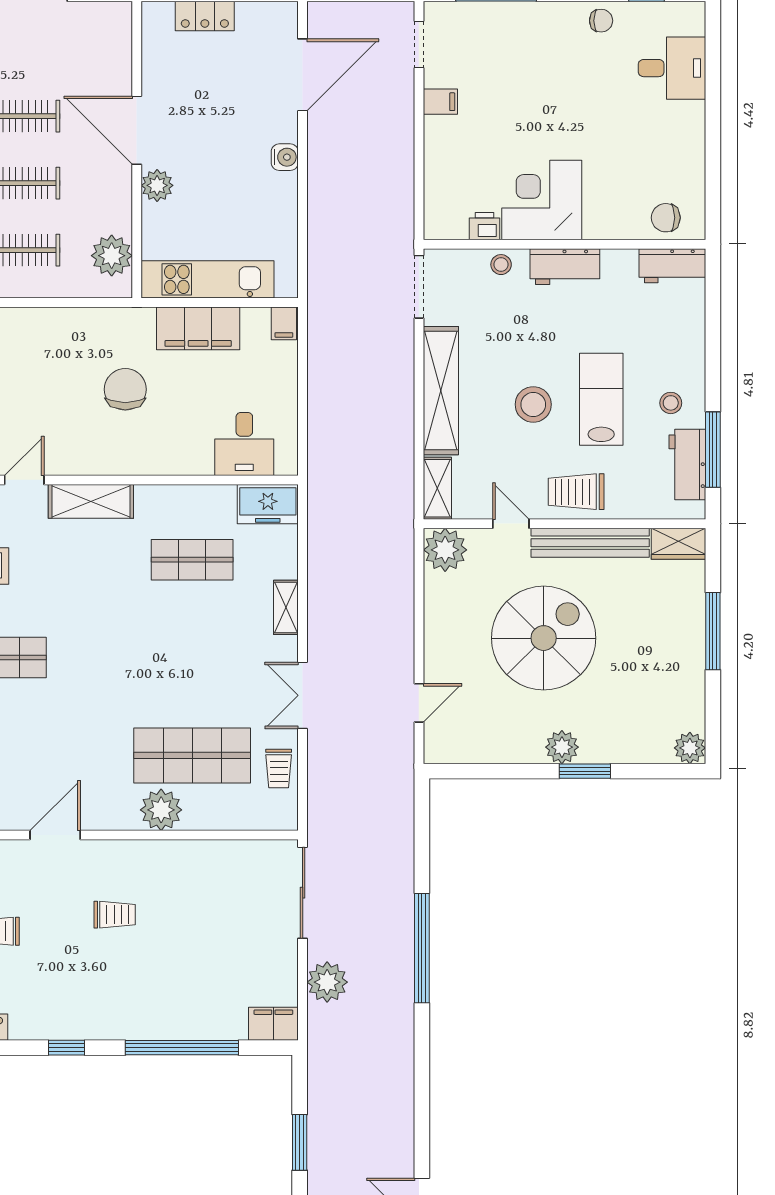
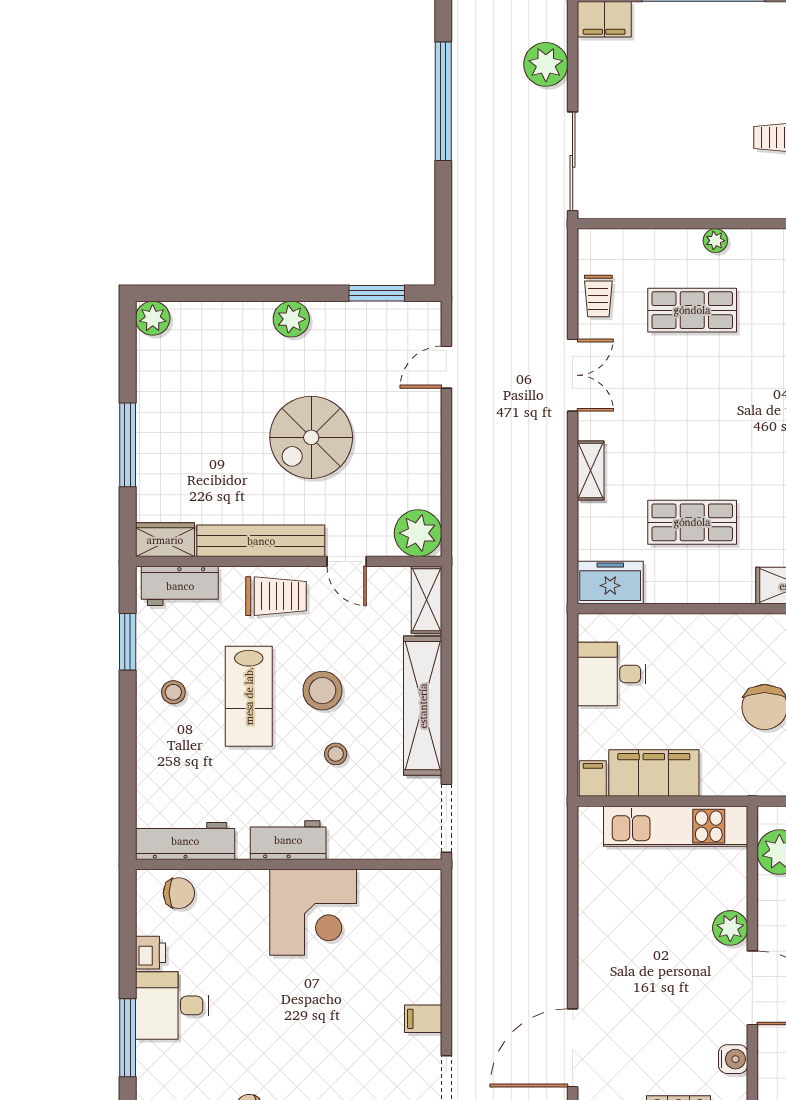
desk: (672, 68) -> (172, 1005), moved
window: (713, 84) -> (128, 1038), added
water cooler: (285, 157) -> (733, 1059), moved, turned 180
printer: (484, 226) -> (150, 953), moved, turned -90
stool: (501, 265) -> (336, 754), moved
workbench: (672, 266) -> (185, 841), width x1.38
filing cabinet: (198, 328) -> (654, 773), moved
desk: (244, 444) -> (612, 674), moved, turned -90
window: (713, 450) -> (128, 642), width x0.69
workbench: (687, 465) -> (180, 586), moved, turned 90
spiral stairs: (544, 638) -> (311, 437), width x0.73, depth x0.73
shop shelf: (192, 755) -> (692, 310), width x0.70, depth x0.74
trolley: (279, 769) -> (598, 296), turned 180
window: (585, 771) -> (377, 293), moved
plant: (161, 810) -> (715, 241), width x0.53, depth x0.53

